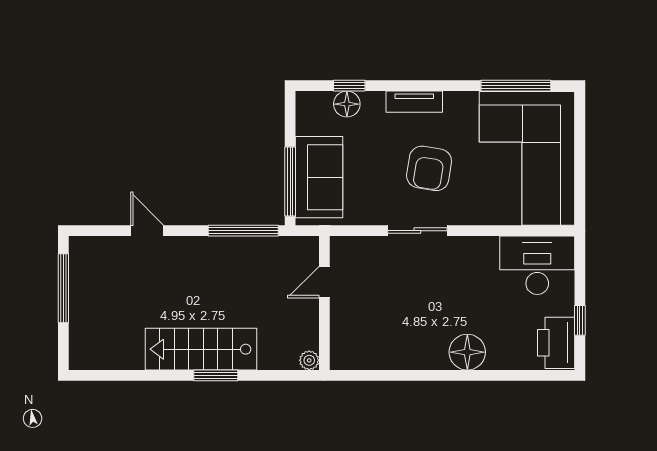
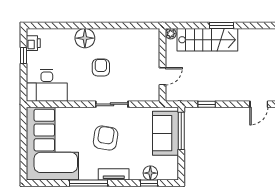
window: (516, 86) -> (88, 183), moved
door: (147, 231) -> (259, 104), hinge flipped
window: (243, 231) -> (207, 104), width x0.46
armchair: (438, 298) -> (101, 68), added
printer: (556, 343) -> (33, 43), width x0.53, depth x0.68
stairs: (201, 349) -> (207, 40), moved

